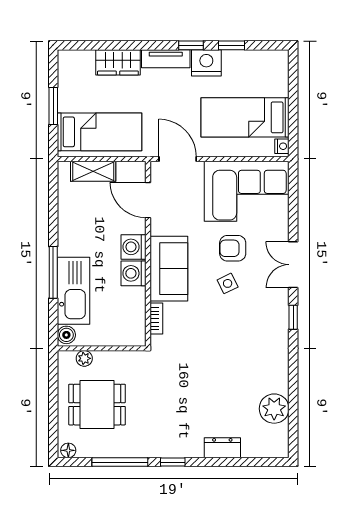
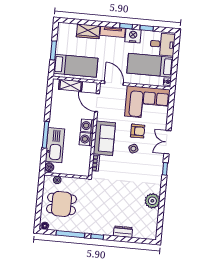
desk: (266, 74) -> (163, 44), added
armchair: (233, 248) -> (138, 131), turned 180
plant: (274, 409) -> (152, 201), moved

